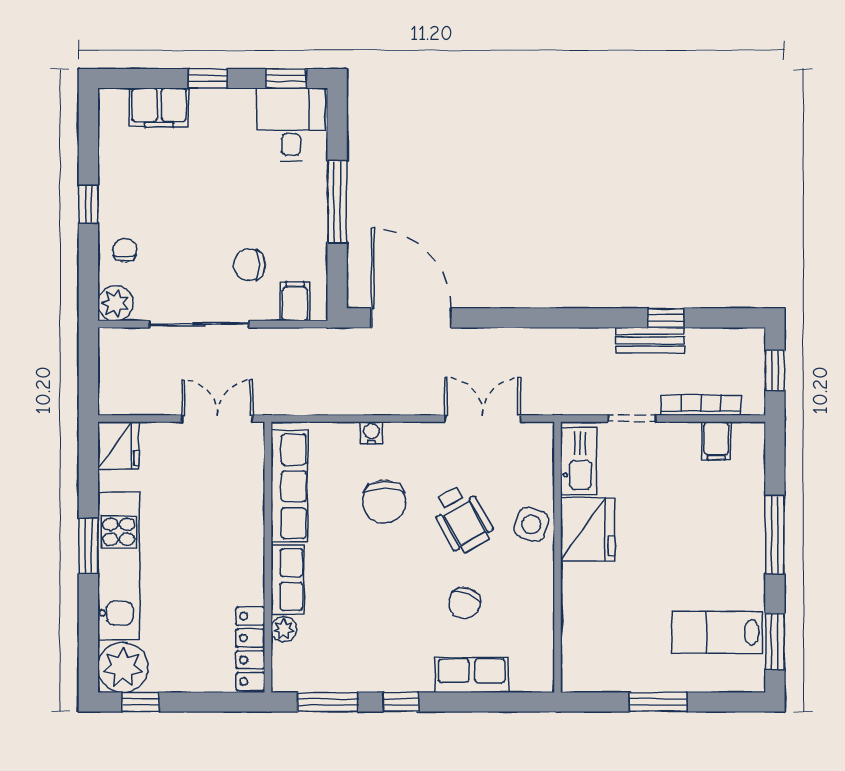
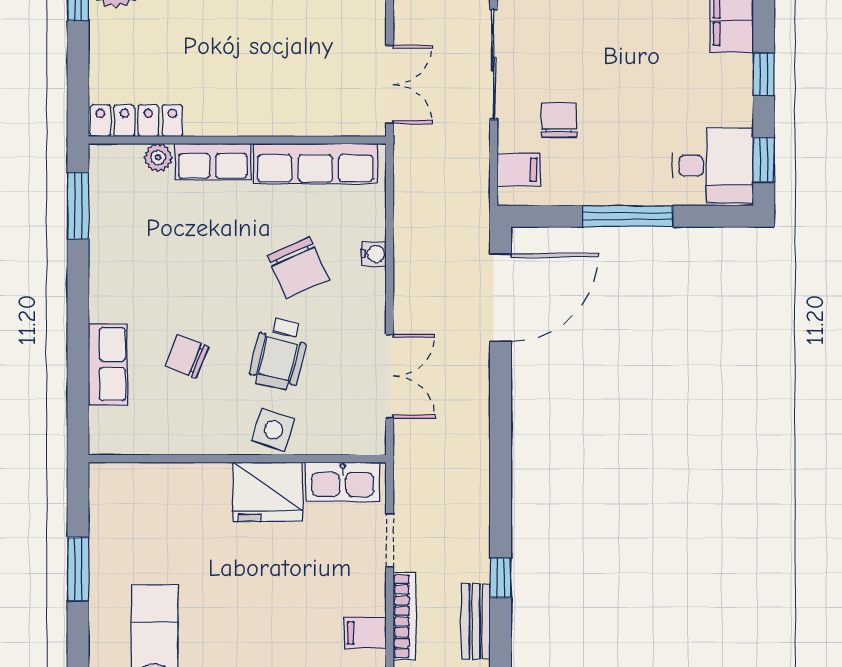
bench: (650, 340) -> (476, 621), moved
chair: (384, 502) -> (298, 268), turned -114
wheelchair: (462, 519) -> (279, 354), turned -47
window: (401, 702) -> (78, 286), removed

